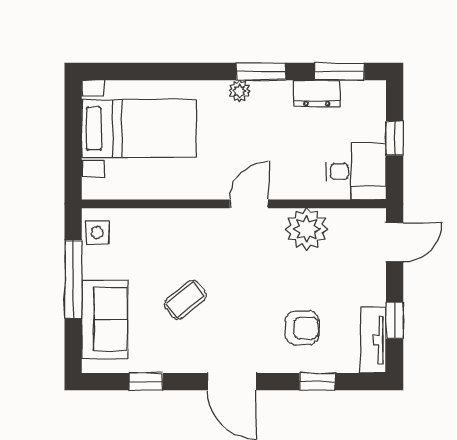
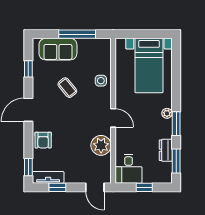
side table: (97, 233) -> (101, 81), moved
armchair: (302, 328) -> (43, 140), moved
window: (317, 382) -> (28, 167), moved

